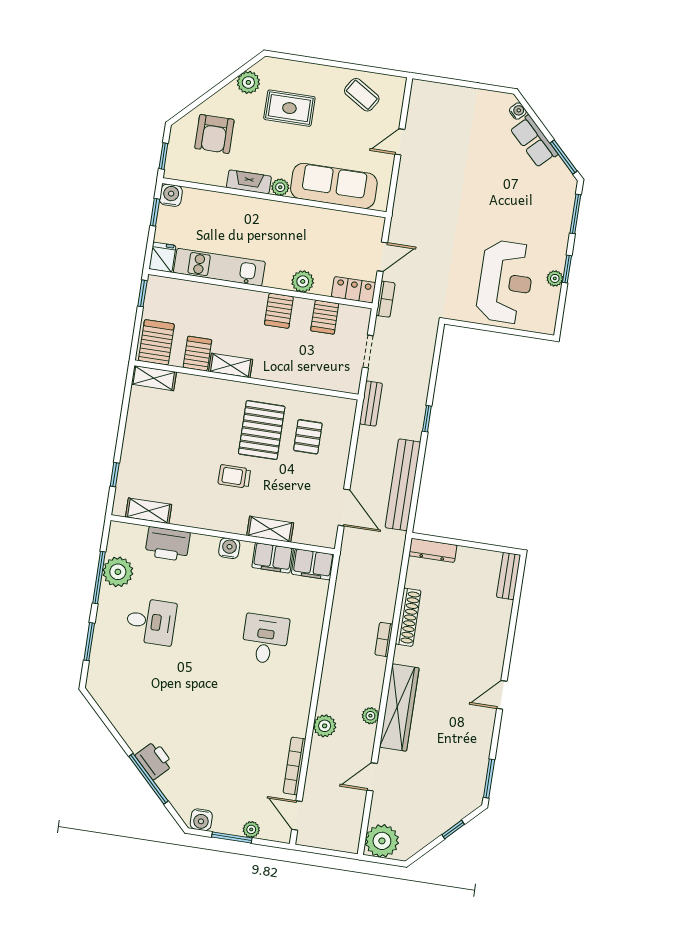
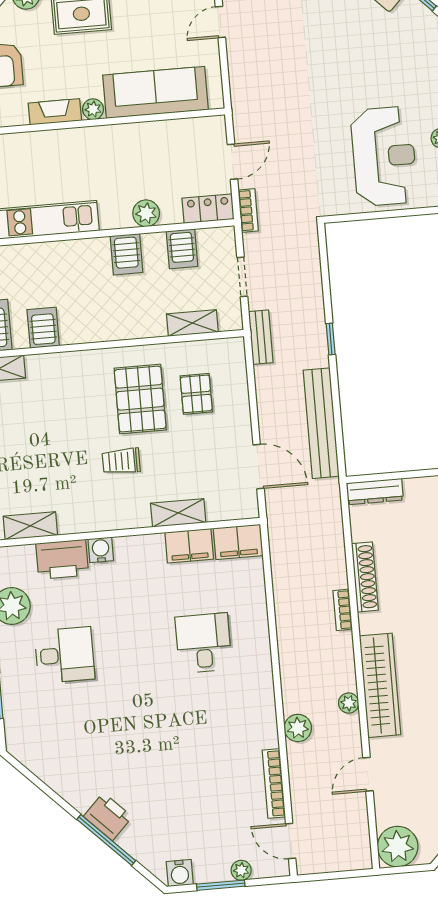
shelving: (231, 365) -> (192, 323), moved
water cooler: (229, 548) -> (101, 550), moved

